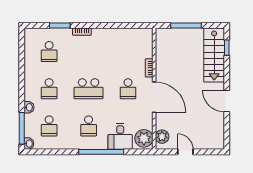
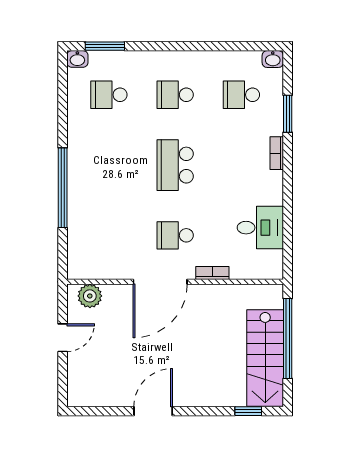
window: (186, 26) -> (288, 339), width x1.46
stairs: (214, 55) -> (265, 358), moved, turned -90
washbasin: (29, 107) -> (273, 59), moved
school desk: (89, 126) -> (109, 165), removed
window: (22, 128) -> (105, 46), width x0.69
desk: (120, 137) -> (260, 228), moved, turned 180
plant: (144, 138) -> (87, 264), removed

